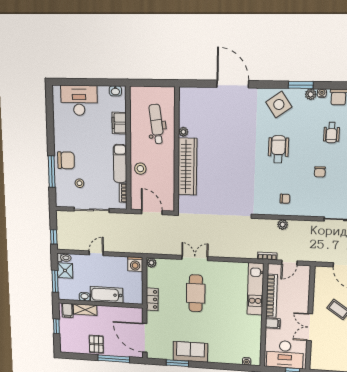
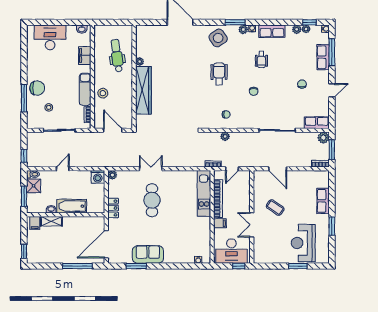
window: (56, 326) -> (24, 251), moved
door: (145, 338) -> (106, 244), hinge flipped
pallet: (96, 344) -> (61, 253), removed

